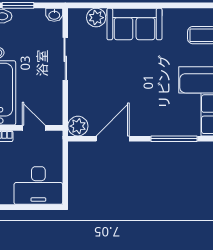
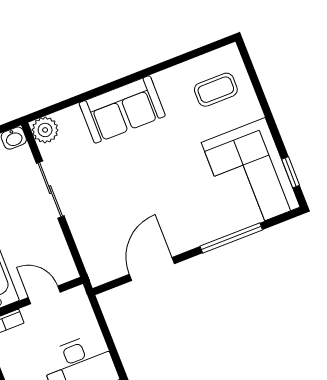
plant: (96, 18) -> (45, 130), moved
plant: (78, 126) -> (100, 270), removed

